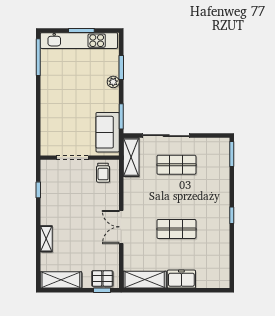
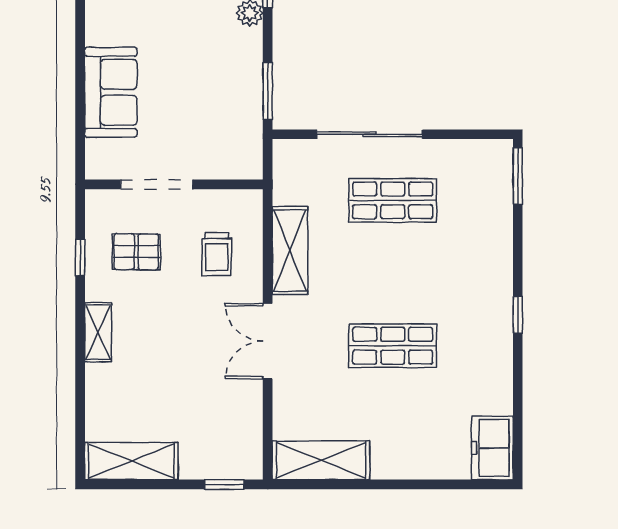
sofa: (108, 132) -> (111, 92), moved, turned 180
shelving: (131, 157) -> (290, 250), moved
trolley: (103, 173) -> (217, 254), moved
shelving: (46, 239) -> (98, 332), moved
pallet: (102, 279) -> (136, 252), moved
freezer: (181, 279) -> (492, 448), moved, turned -90

